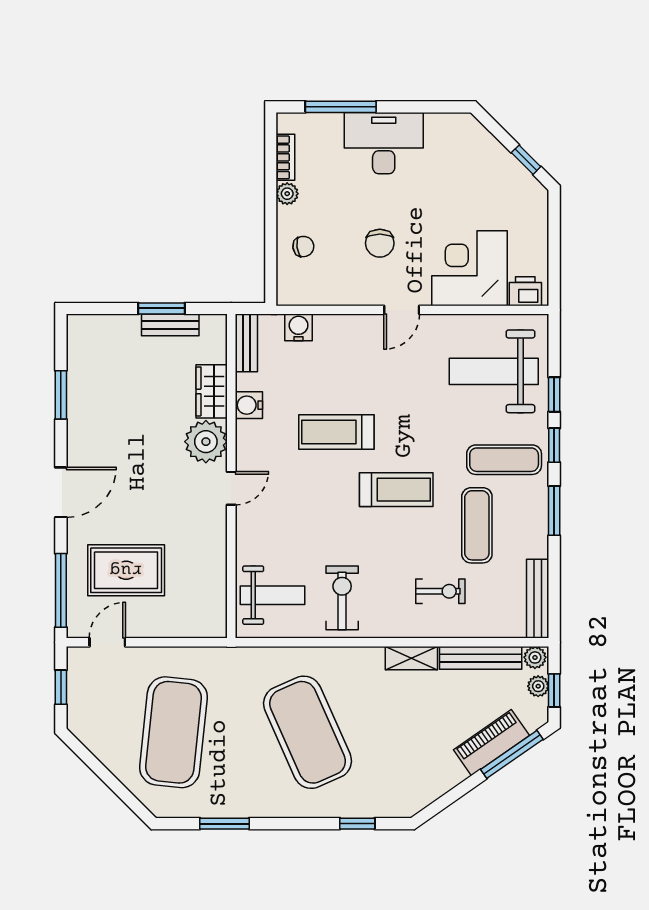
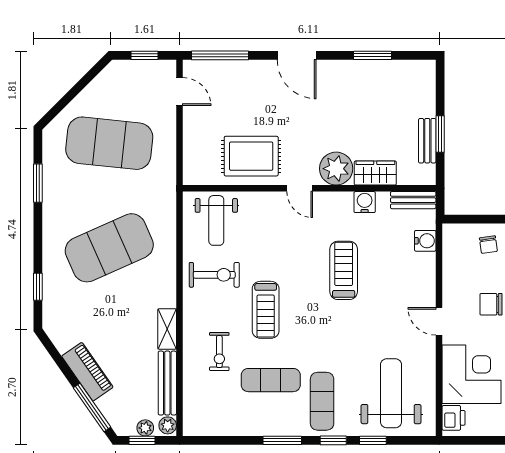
treadmill: (396, 490) -> (266, 310), moved
rug: (126, 570) -> (251, 156), moved, turned 90
bench: (538, 599) -> (214, 427), removed
piano: (491, 743) -> (87, 372), moved

